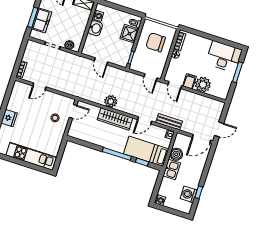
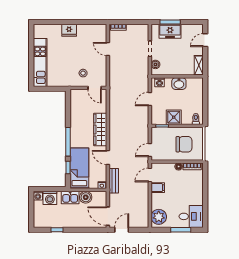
washing machine: (98, 16) -> (160, 82), moved
shower: (129, 34) -> (174, 117), moved
chair: (156, 42) -> (184, 144), turned 90
desk: (224, 57) -> (191, 216), width x0.73
plant: (203, 85) -> (159, 217), moved
plant: (111, 101) -> (115, 120), removed
door: (219, 129) -> (122, 230), swing flipped
washing machine: (189, 194) -> (50, 198), moved, turned 180

